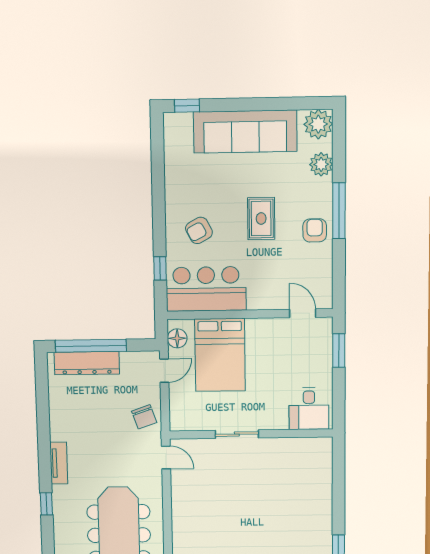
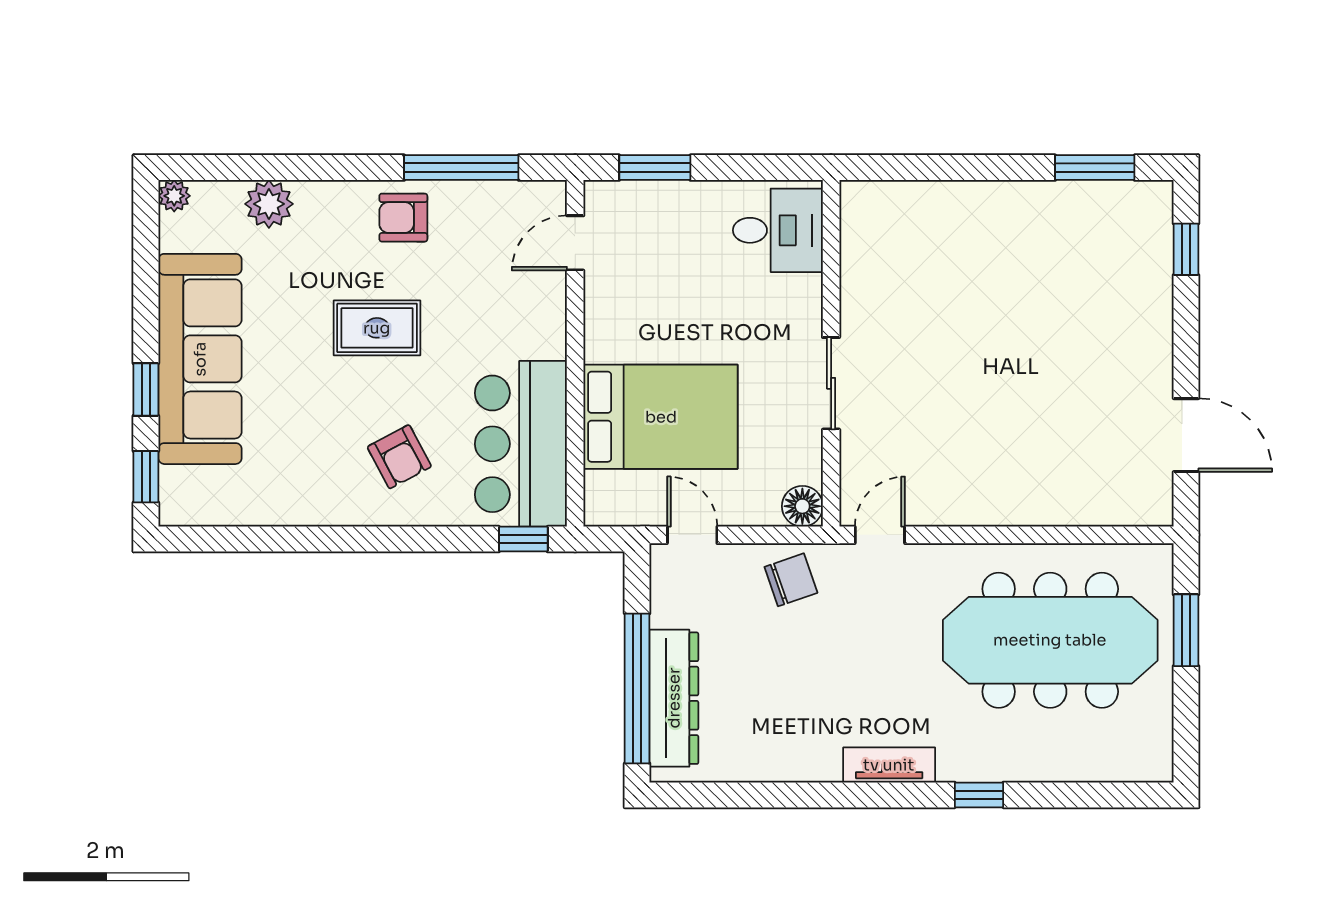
window: (230, 105) -> (146, 390), added
plant: (318, 124) -> (174, 196), width x0.53, depth x0.53
window: (339, 211) -> (461, 168), moved
window: (160, 268) -> (523, 539), moved
floor lamp: (177, 338) -> (802, 506), moved

